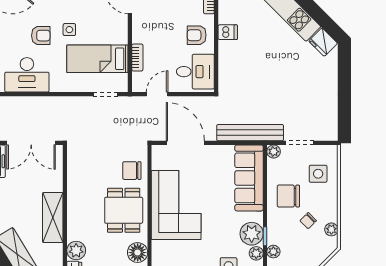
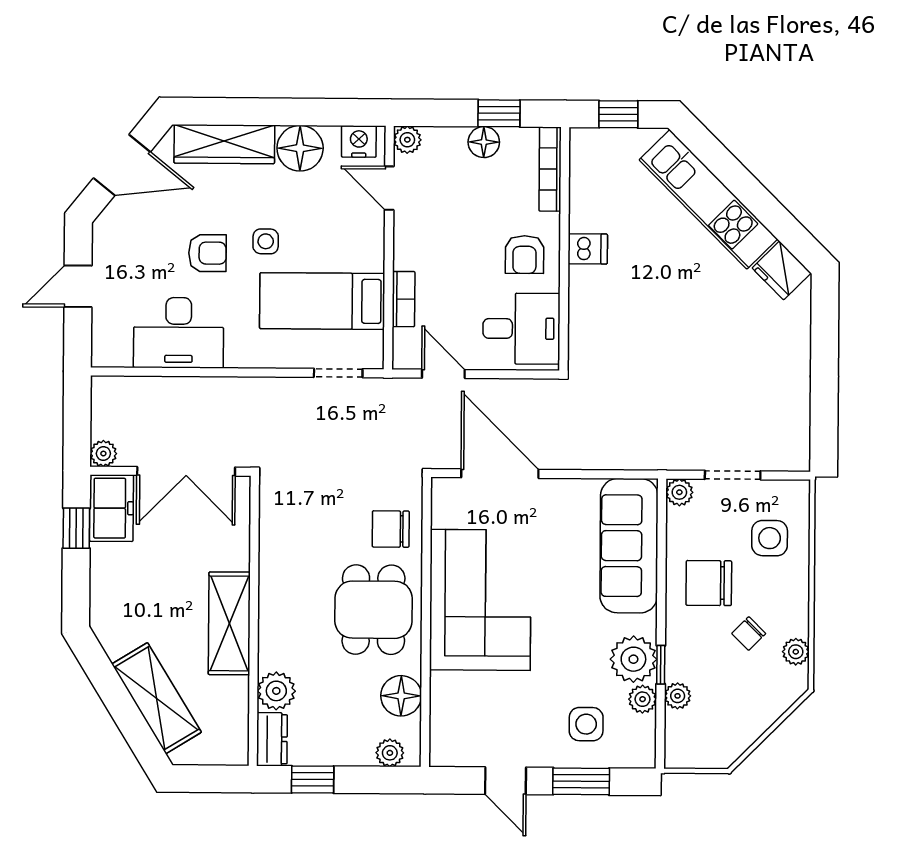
armchair: (197, 35) -> (525, 255), turned -90
door: (157, 94) -> (443, 374), hinge flipped
bench: (250, 133) -> (632, 454), removed

